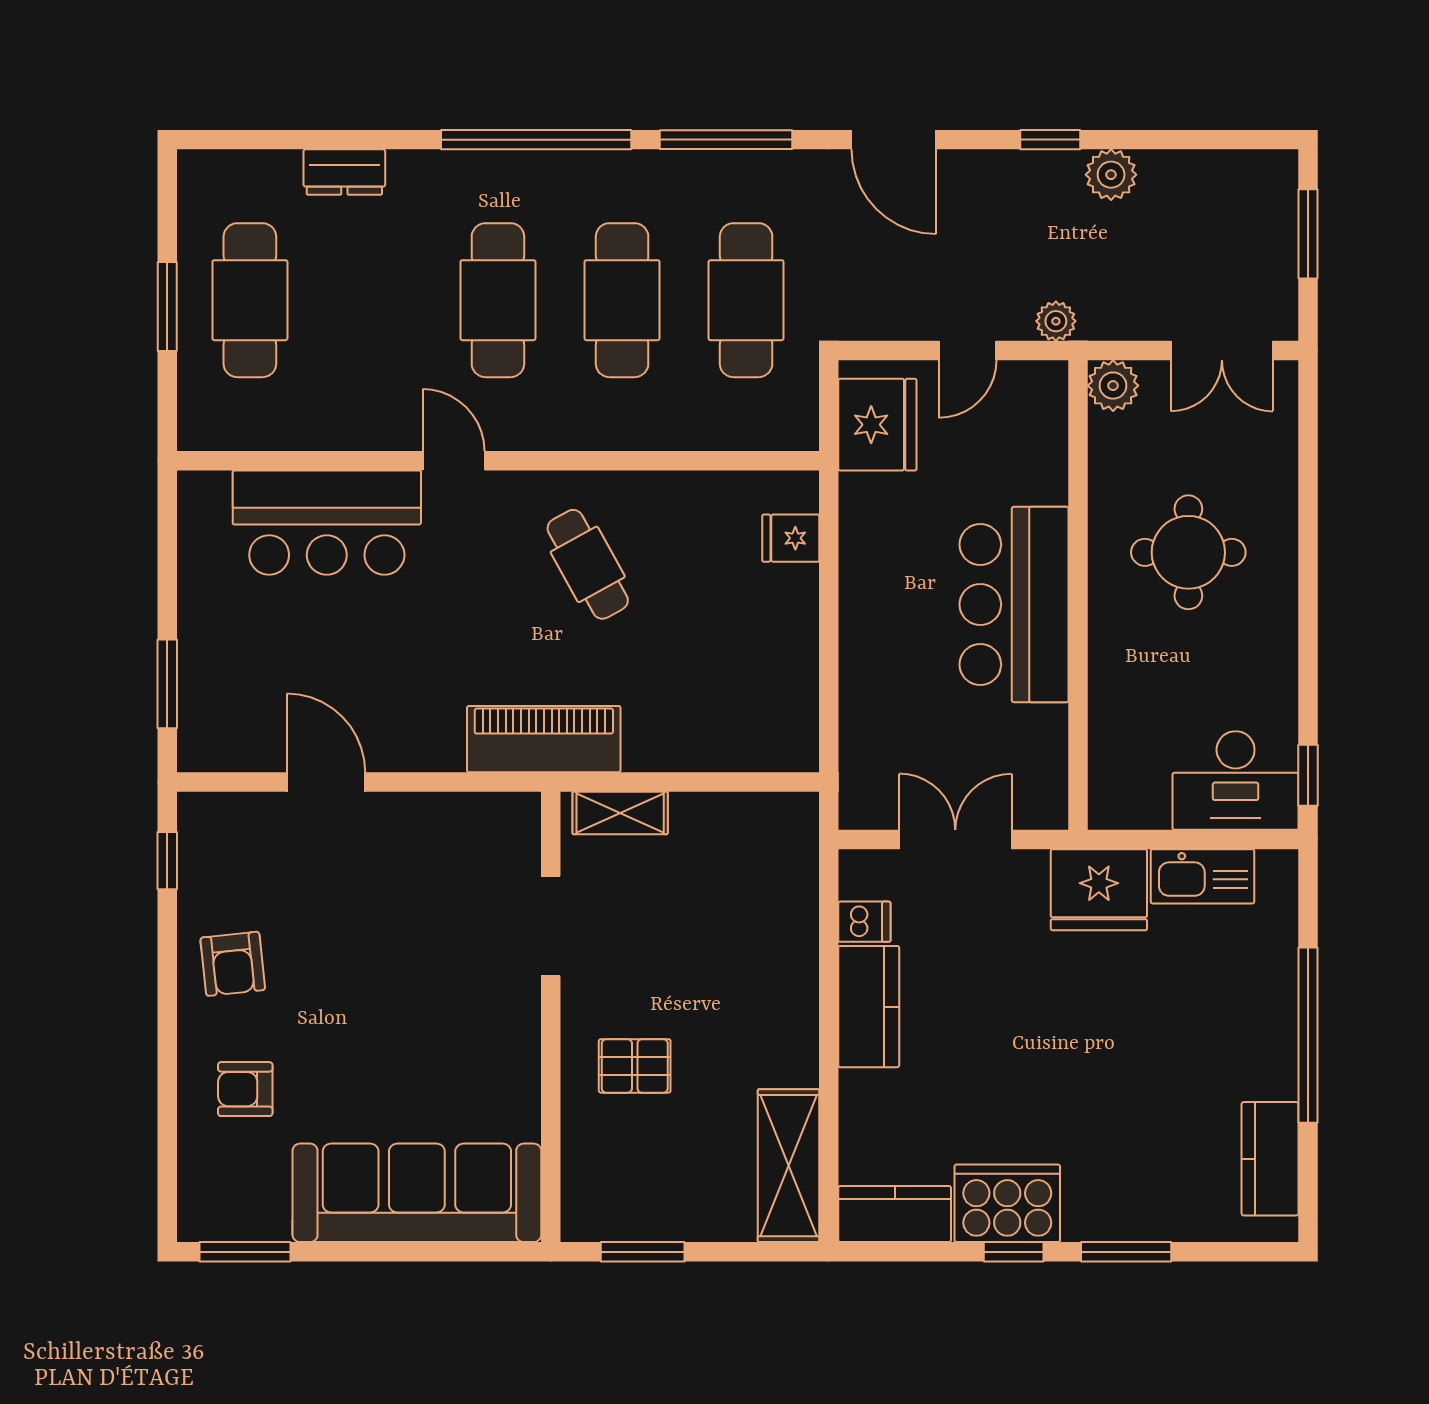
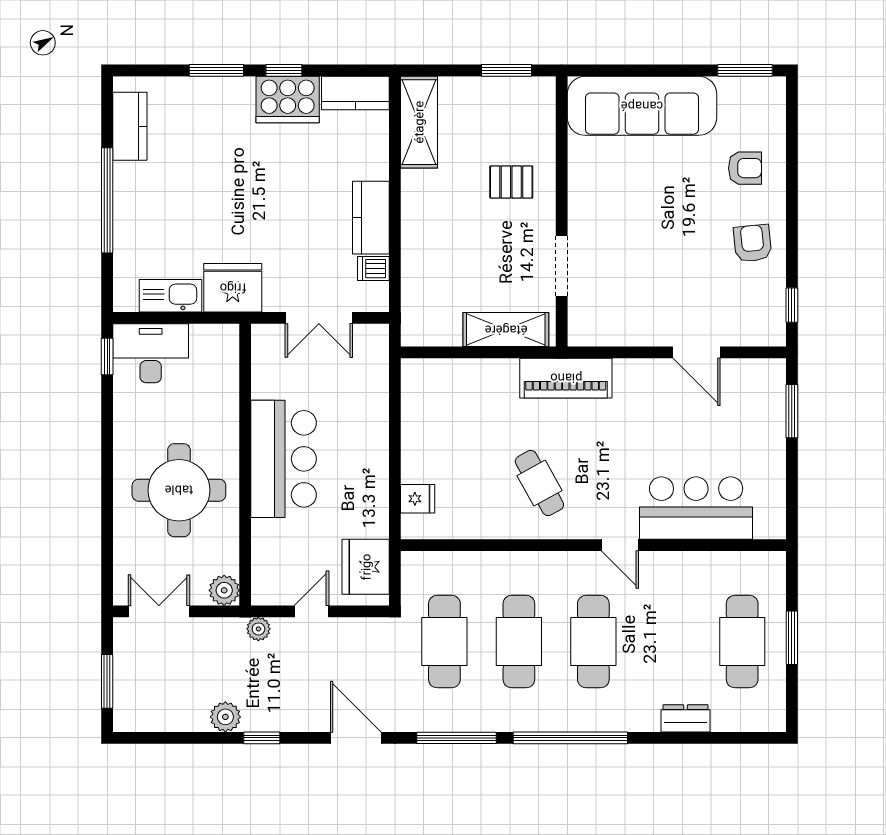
round table: (1188, 552) -> (179, 490), width x1.36, depth x1.36
shelving: (620, 813) -> (506, 330), width x1.50, depth x1.33

